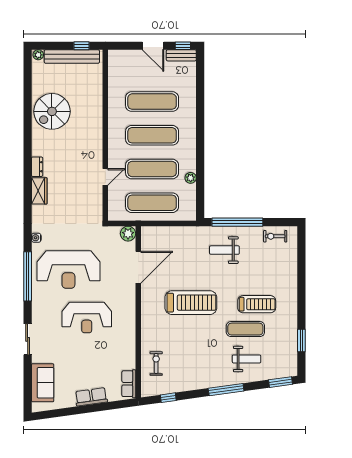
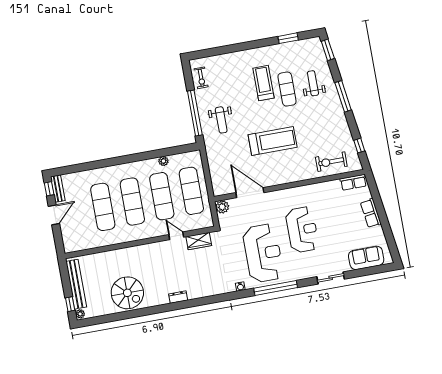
window: (81, 46) -> (70, 304), moved
wardrobe: (39, 191) -> (199, 241), moved, turned 180
treadmill: (191, 303) -> (273, 141), turned 90
exercise bike: (156, 363) -> (331, 162), width x1.38, depth x1.39

